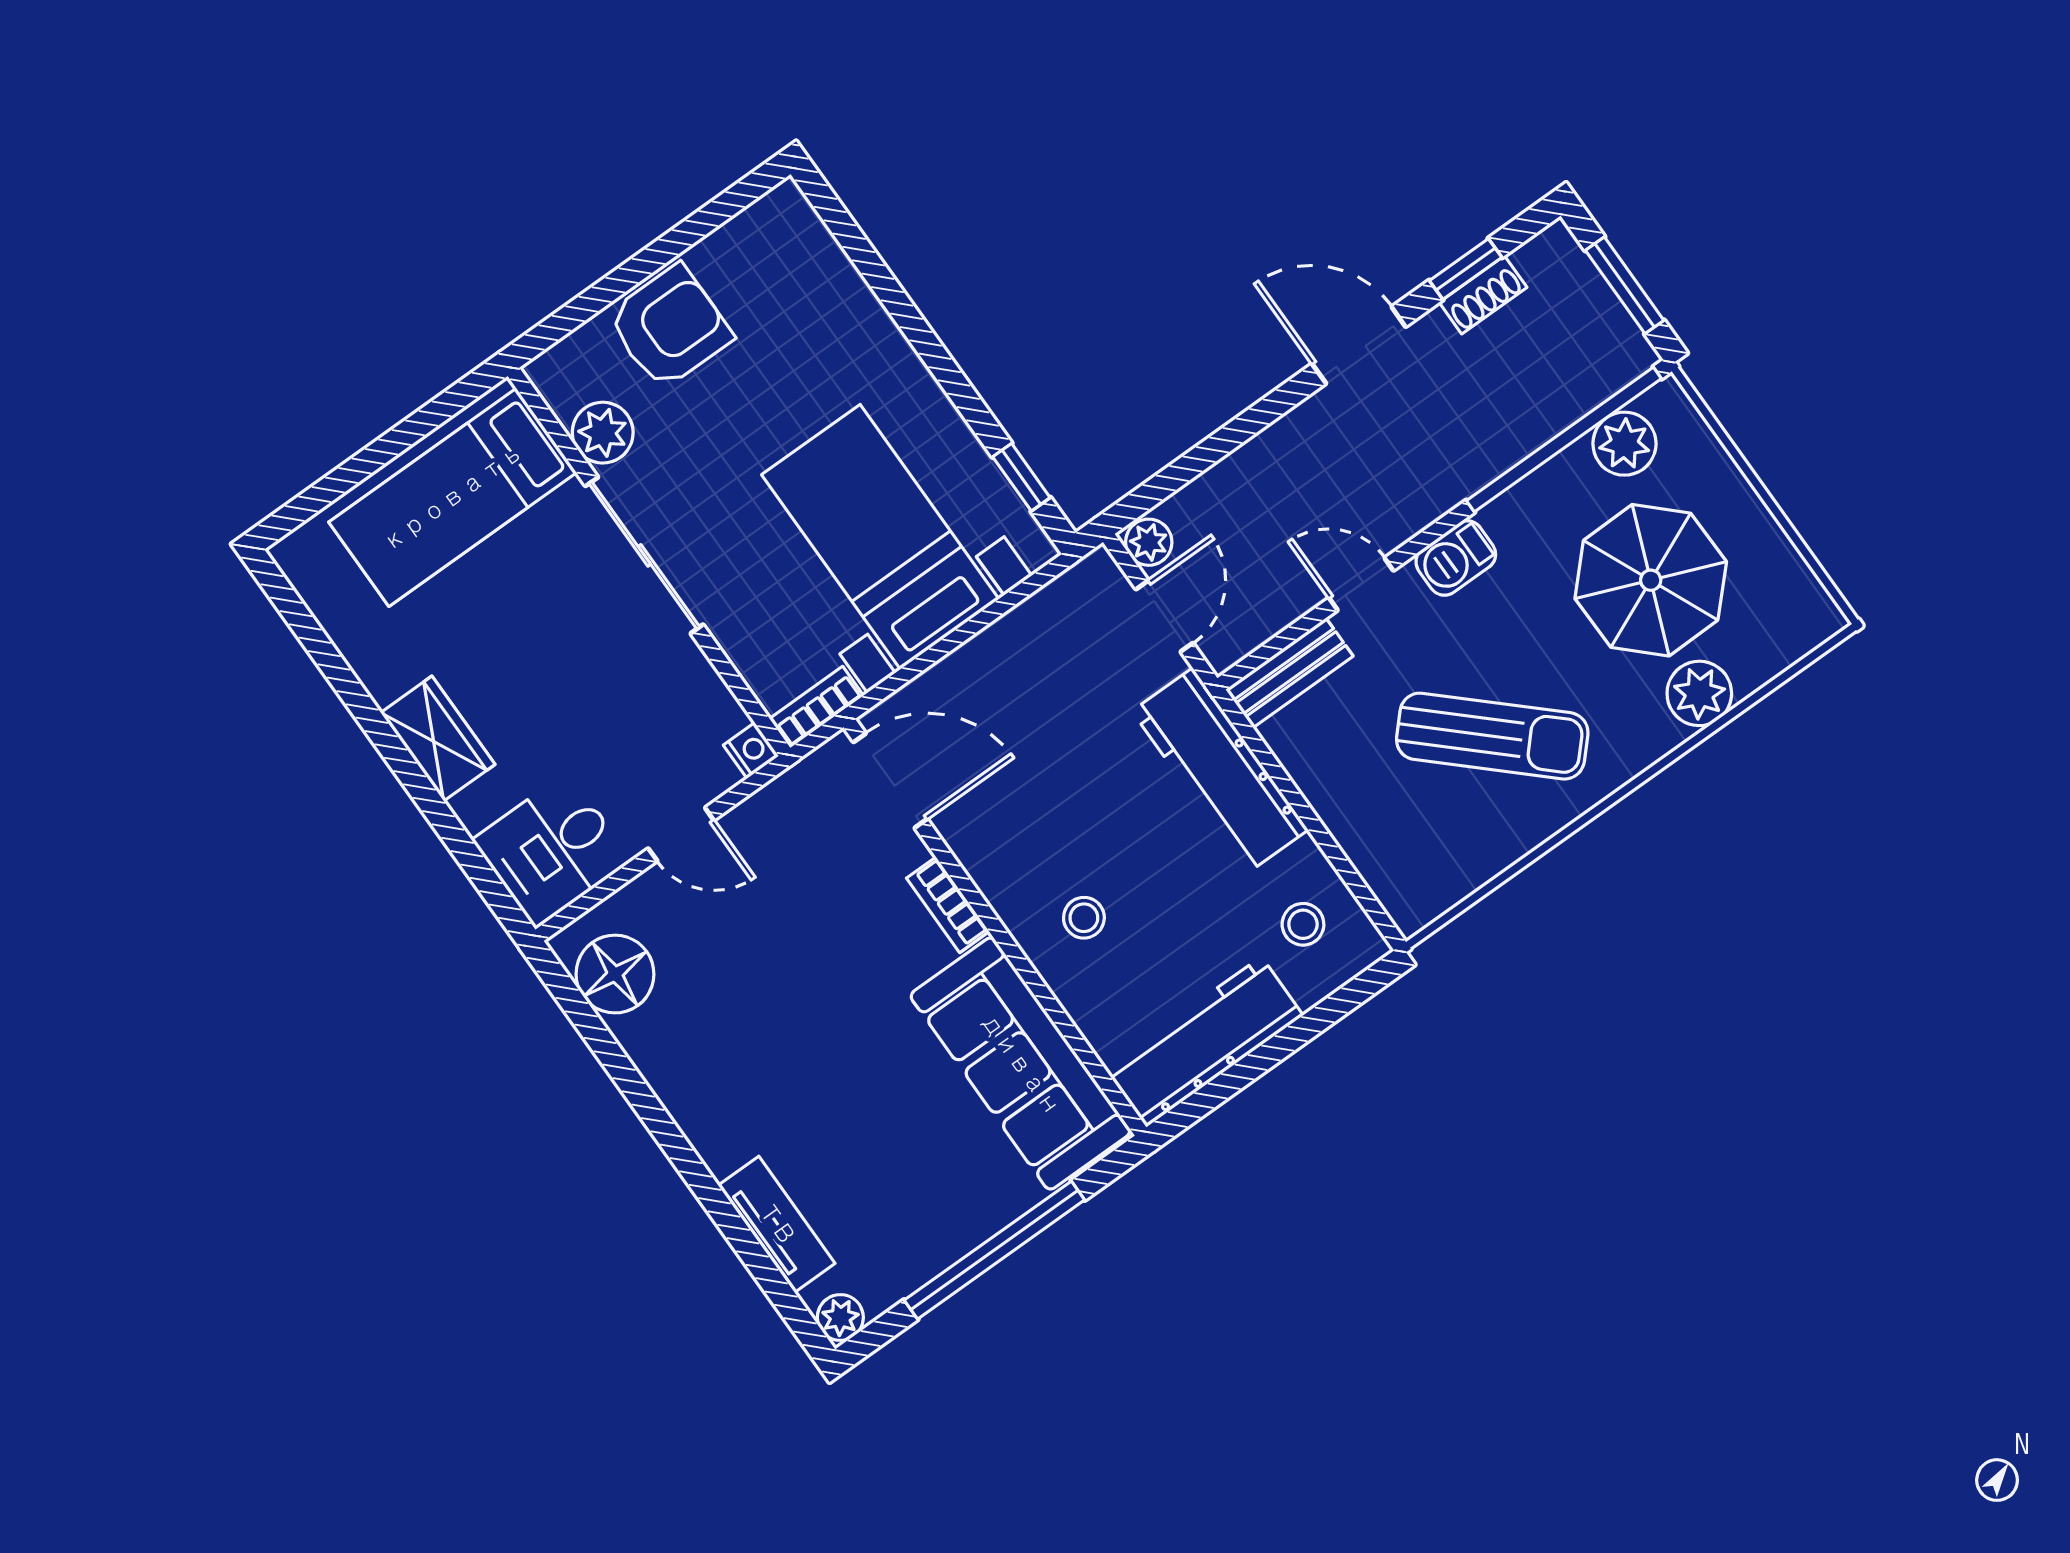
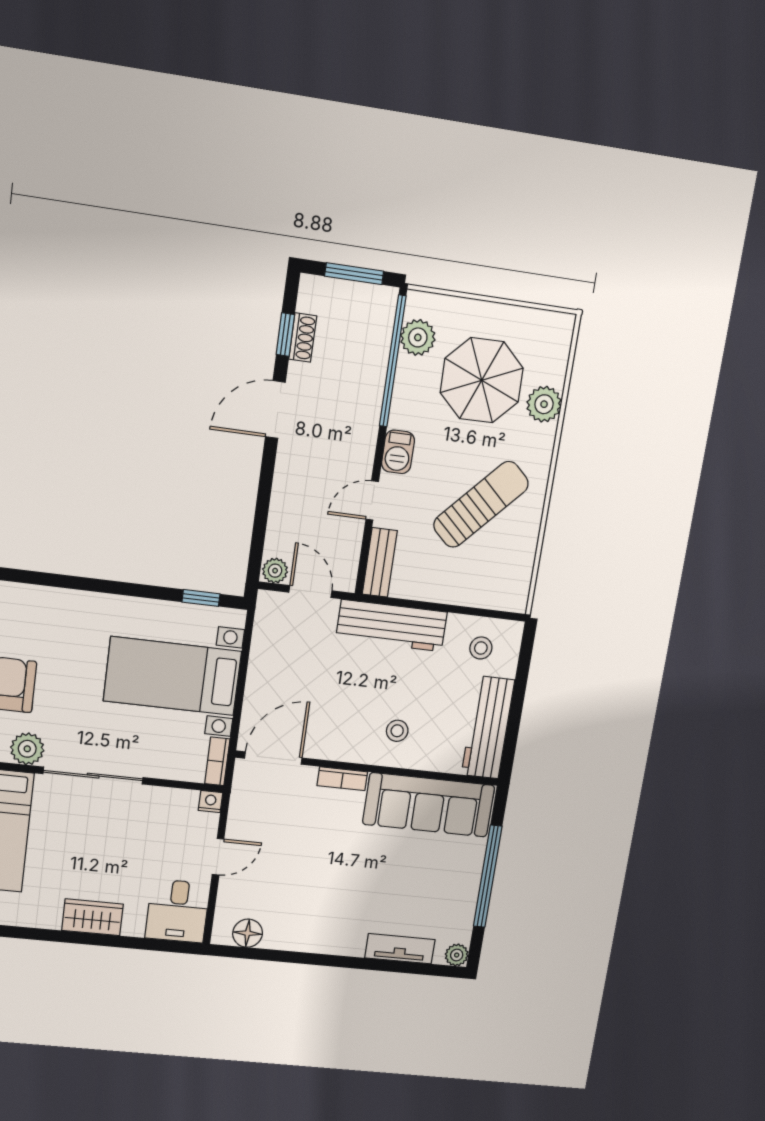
floor lamp: (615, 974) -> (248, 933), width x0.73, depth x0.73

